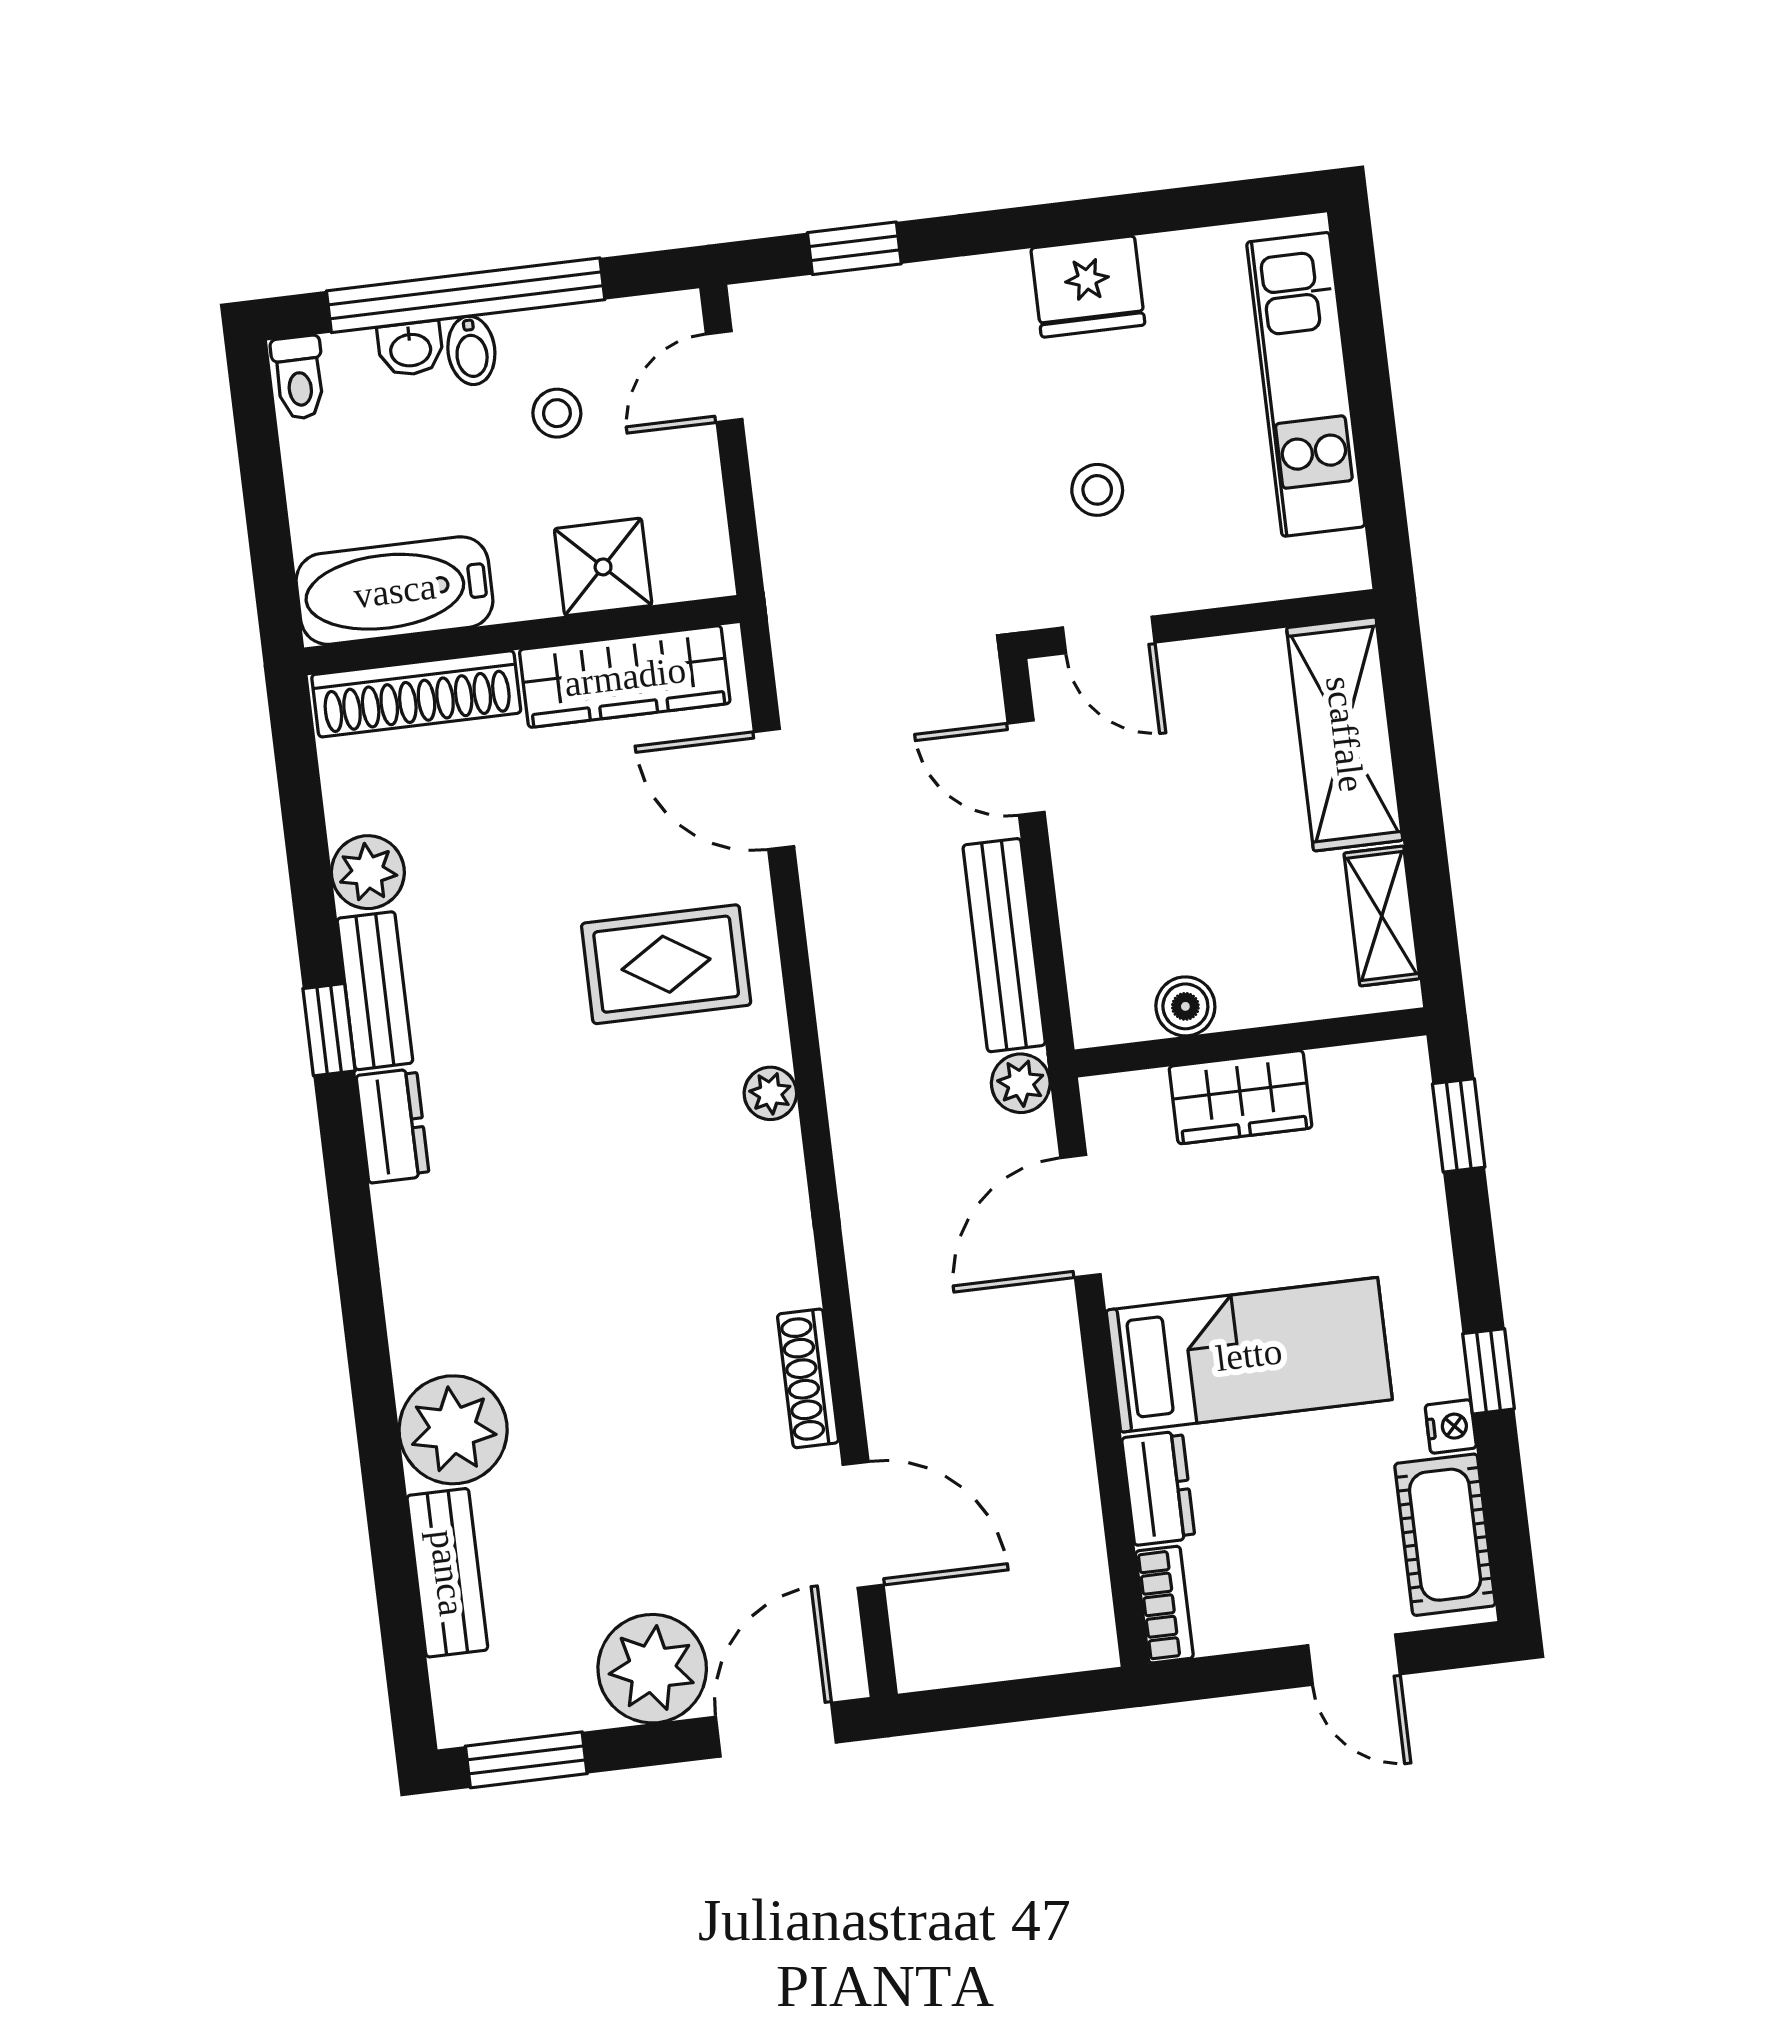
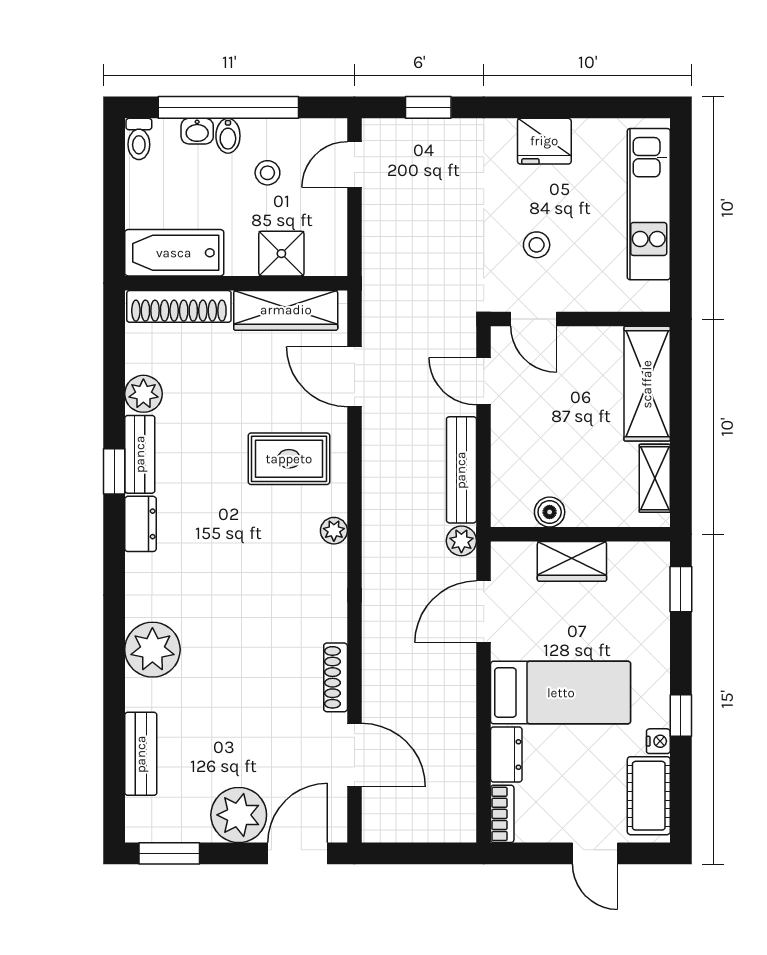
plant: (453, 1430) -> (152, 650), moved

